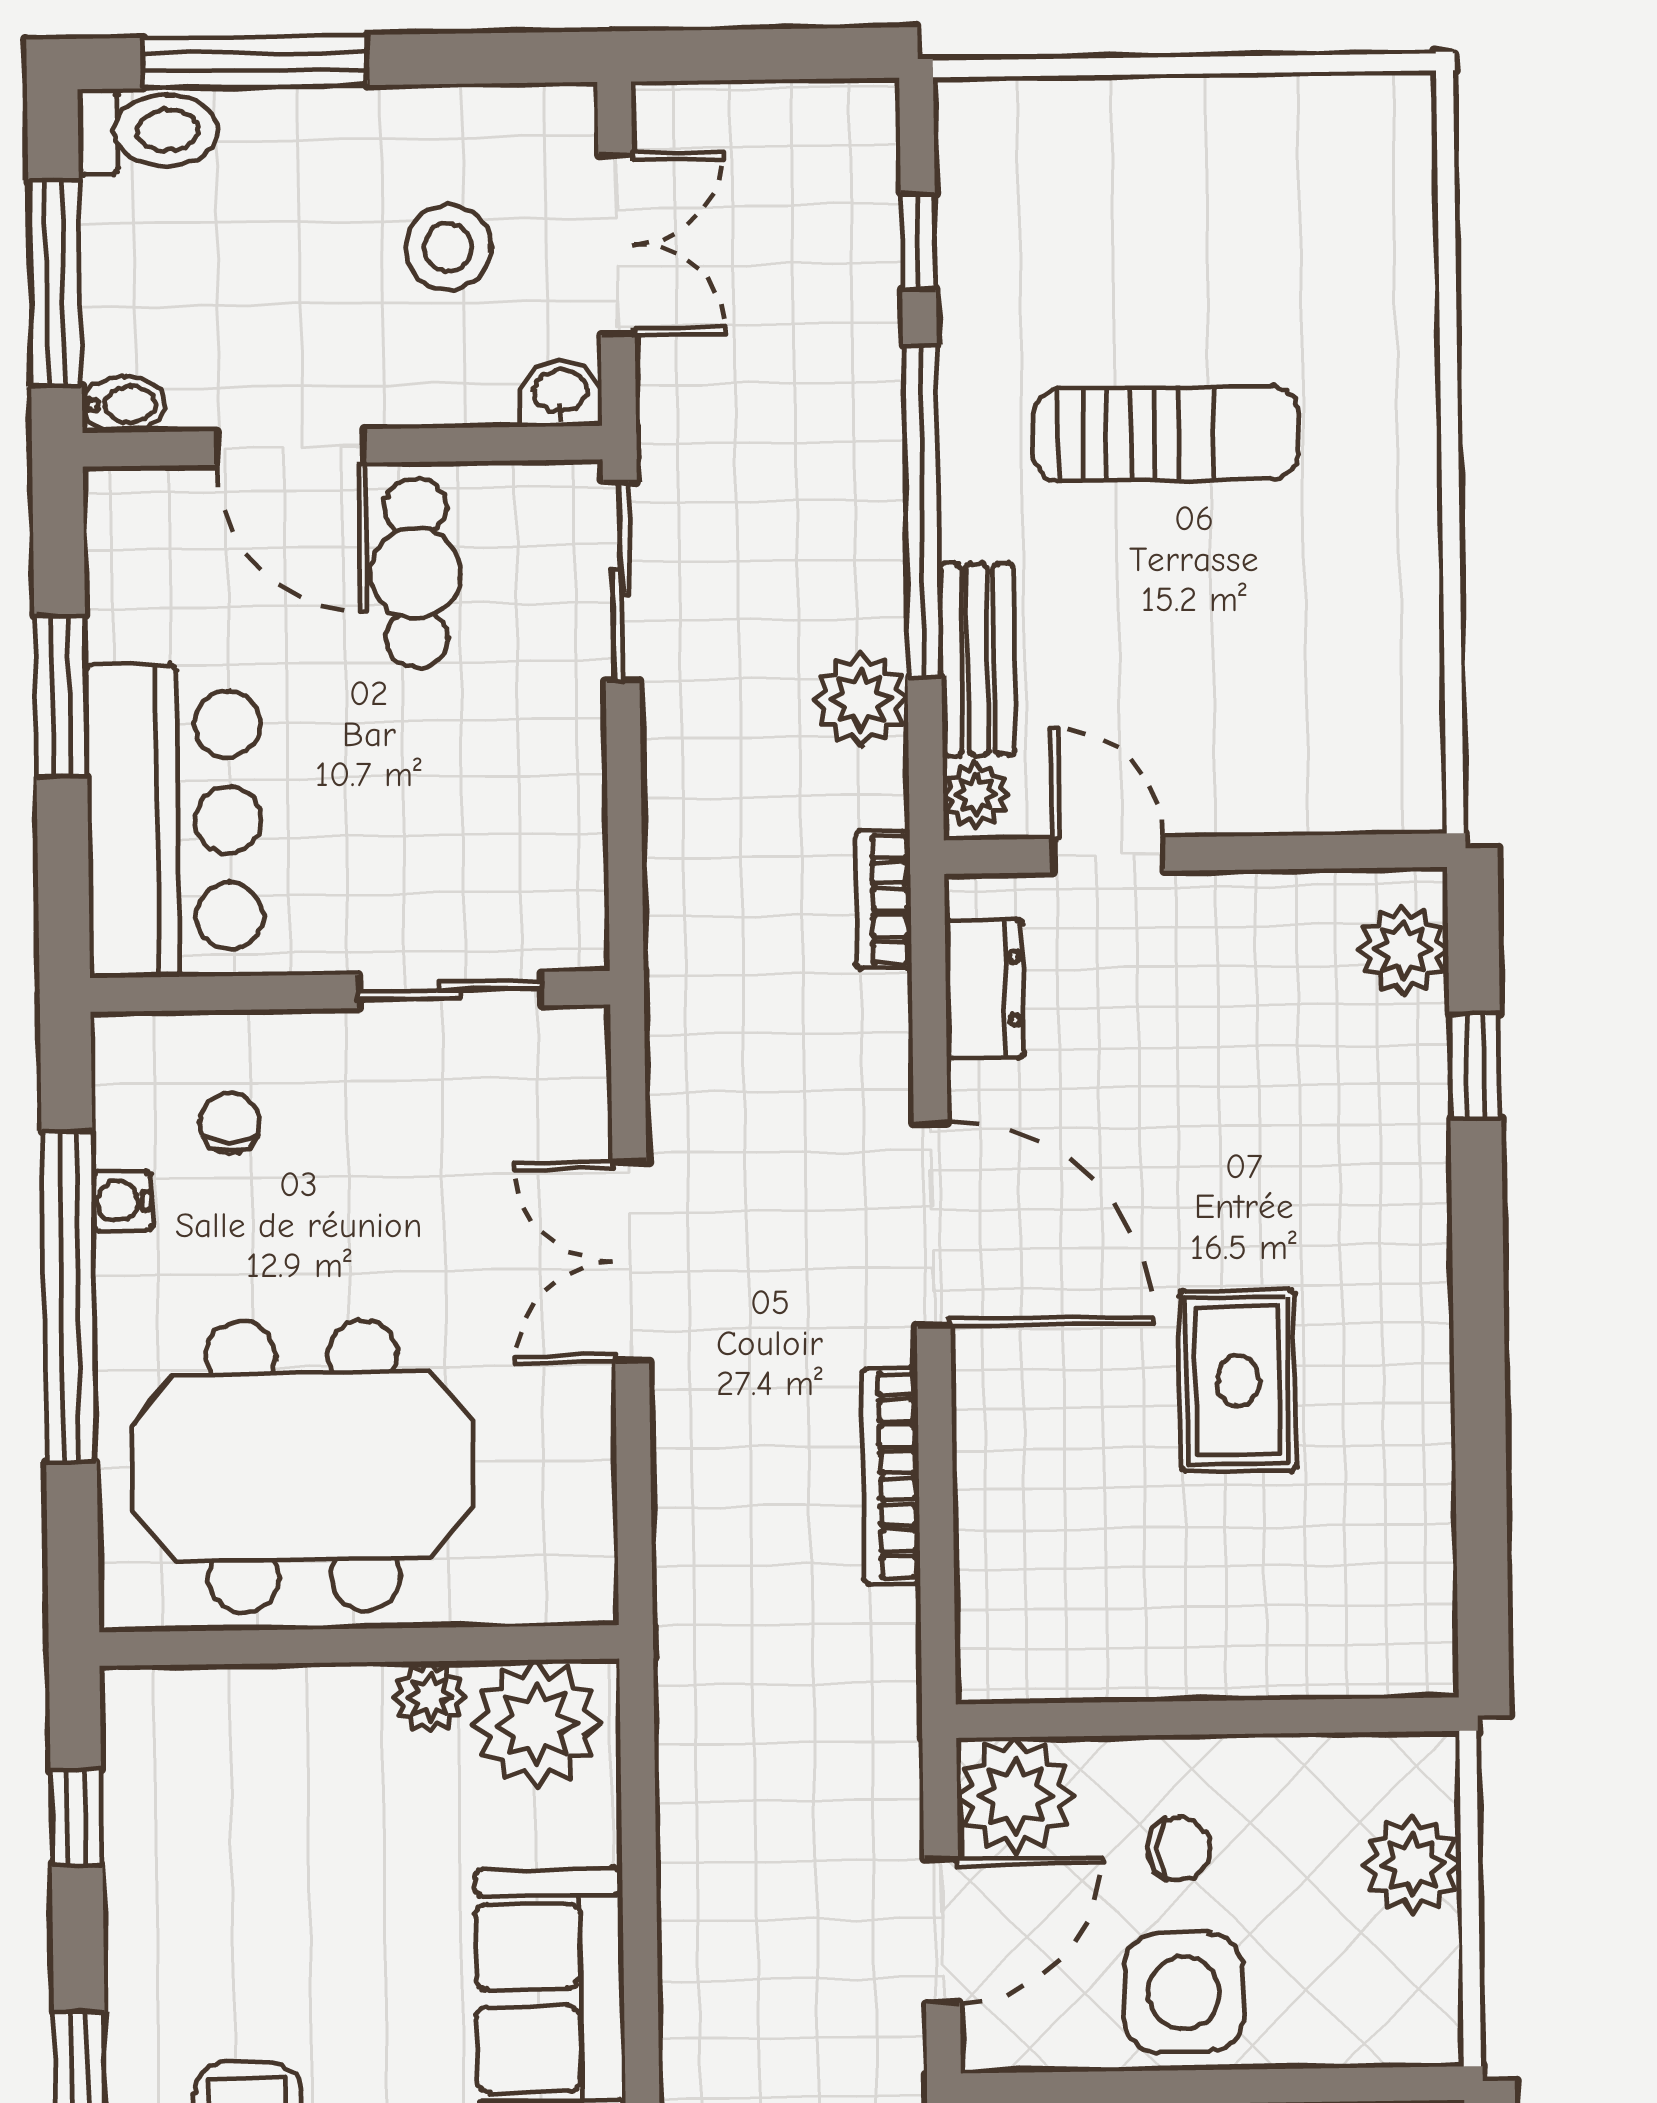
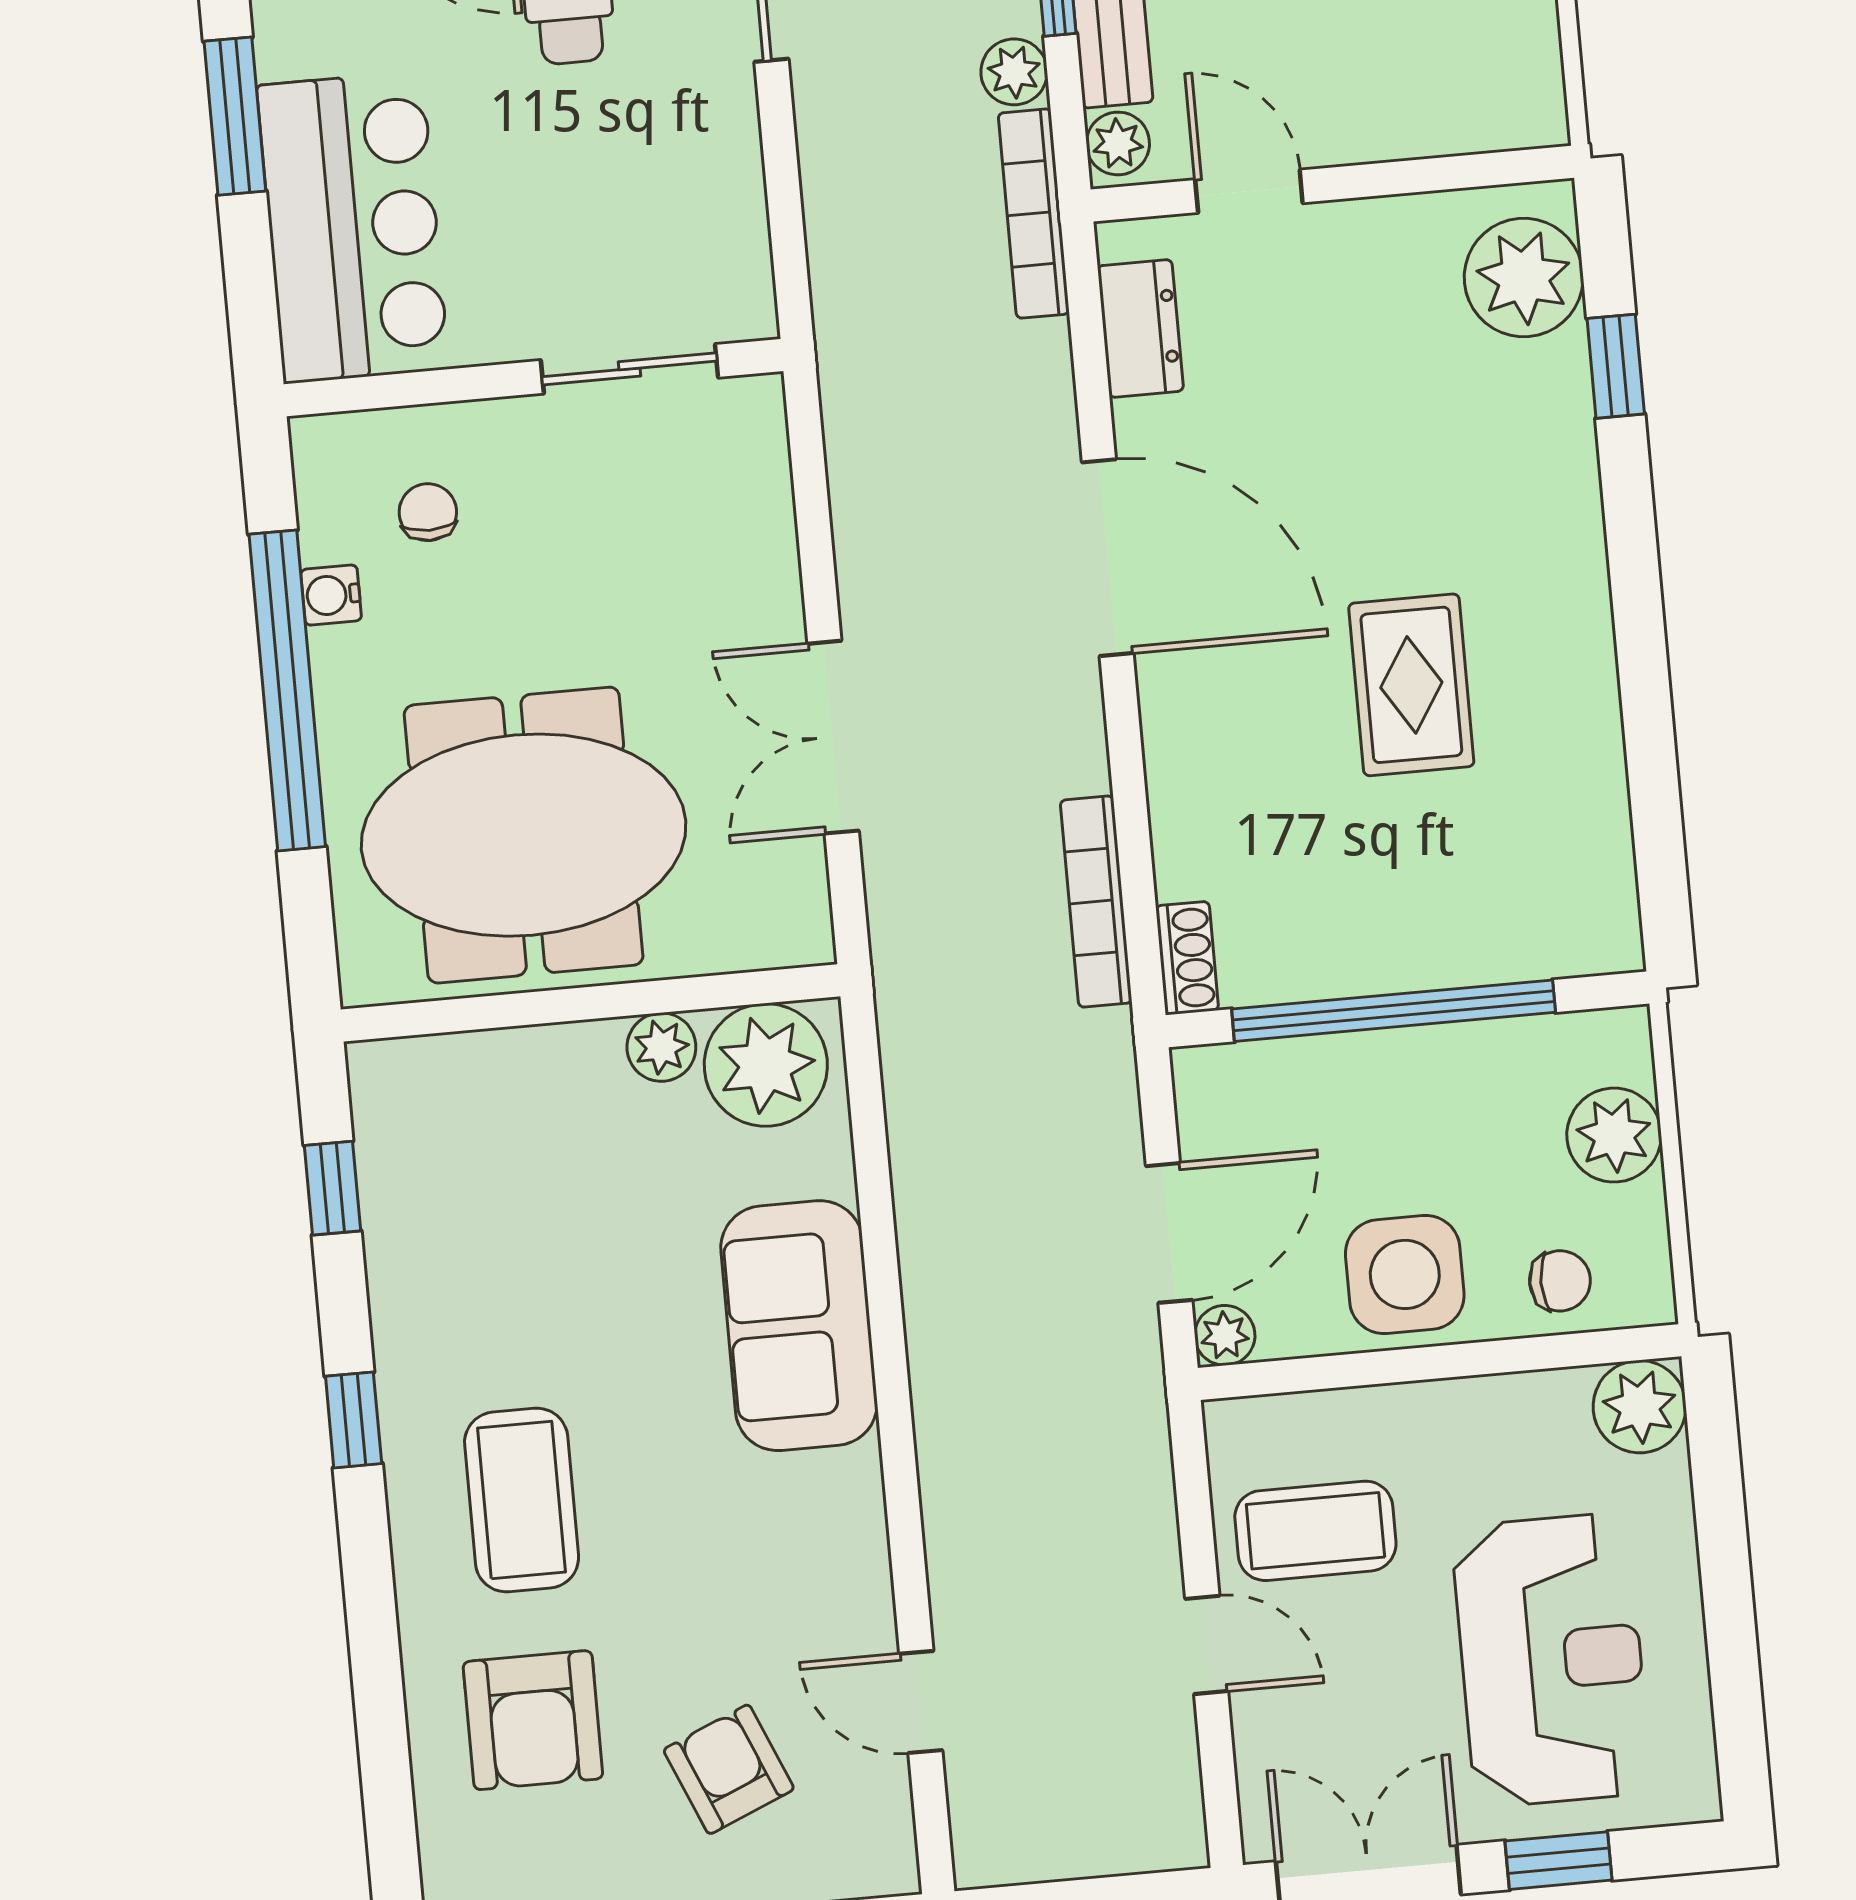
plant: (861, 699) -> (1014, 72), width x0.73, depth x0.73
bookcase: (883, 900) -> (1034, 214), width x1.56
plant: (1403, 950) -> (1524, 278), width x1.36, depth x1.36
double door: (631, 1261) -> (833, 737), moved
bookcase: (891, 1476) -> (1096, 902), moved
shoe rack: (983, 1647) -> (1187, 958), added
window: (1193, 1718) -> (1394, 1011), added
plant: (1016, 1796) -> (1225, 1335), moved, width x0.53, depth x0.53
chair: (1179, 1849) -> (1560, 1281), moved

